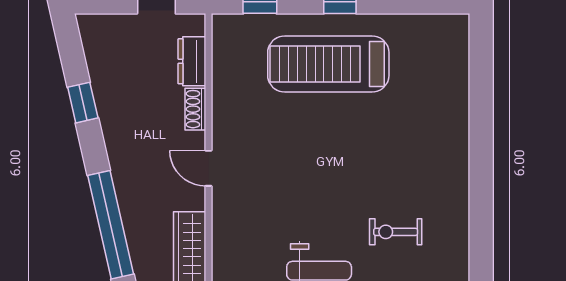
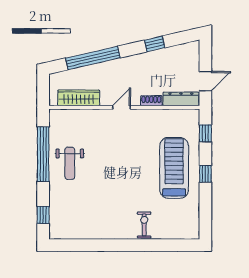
dresser: (192, 61) -> (181, 99), width x1.44
exercise bike: (396, 232) -> (144, 225), moved

